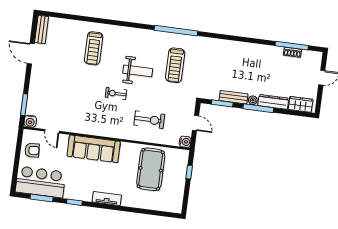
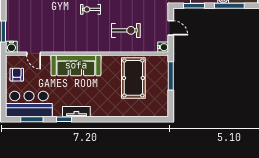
armchair: (32, 150) -> (17, 75), turned -85
window: (189, 172) -> (171, 76), width x2.17
tv unit: (107, 199) -> (76, 112), moved

